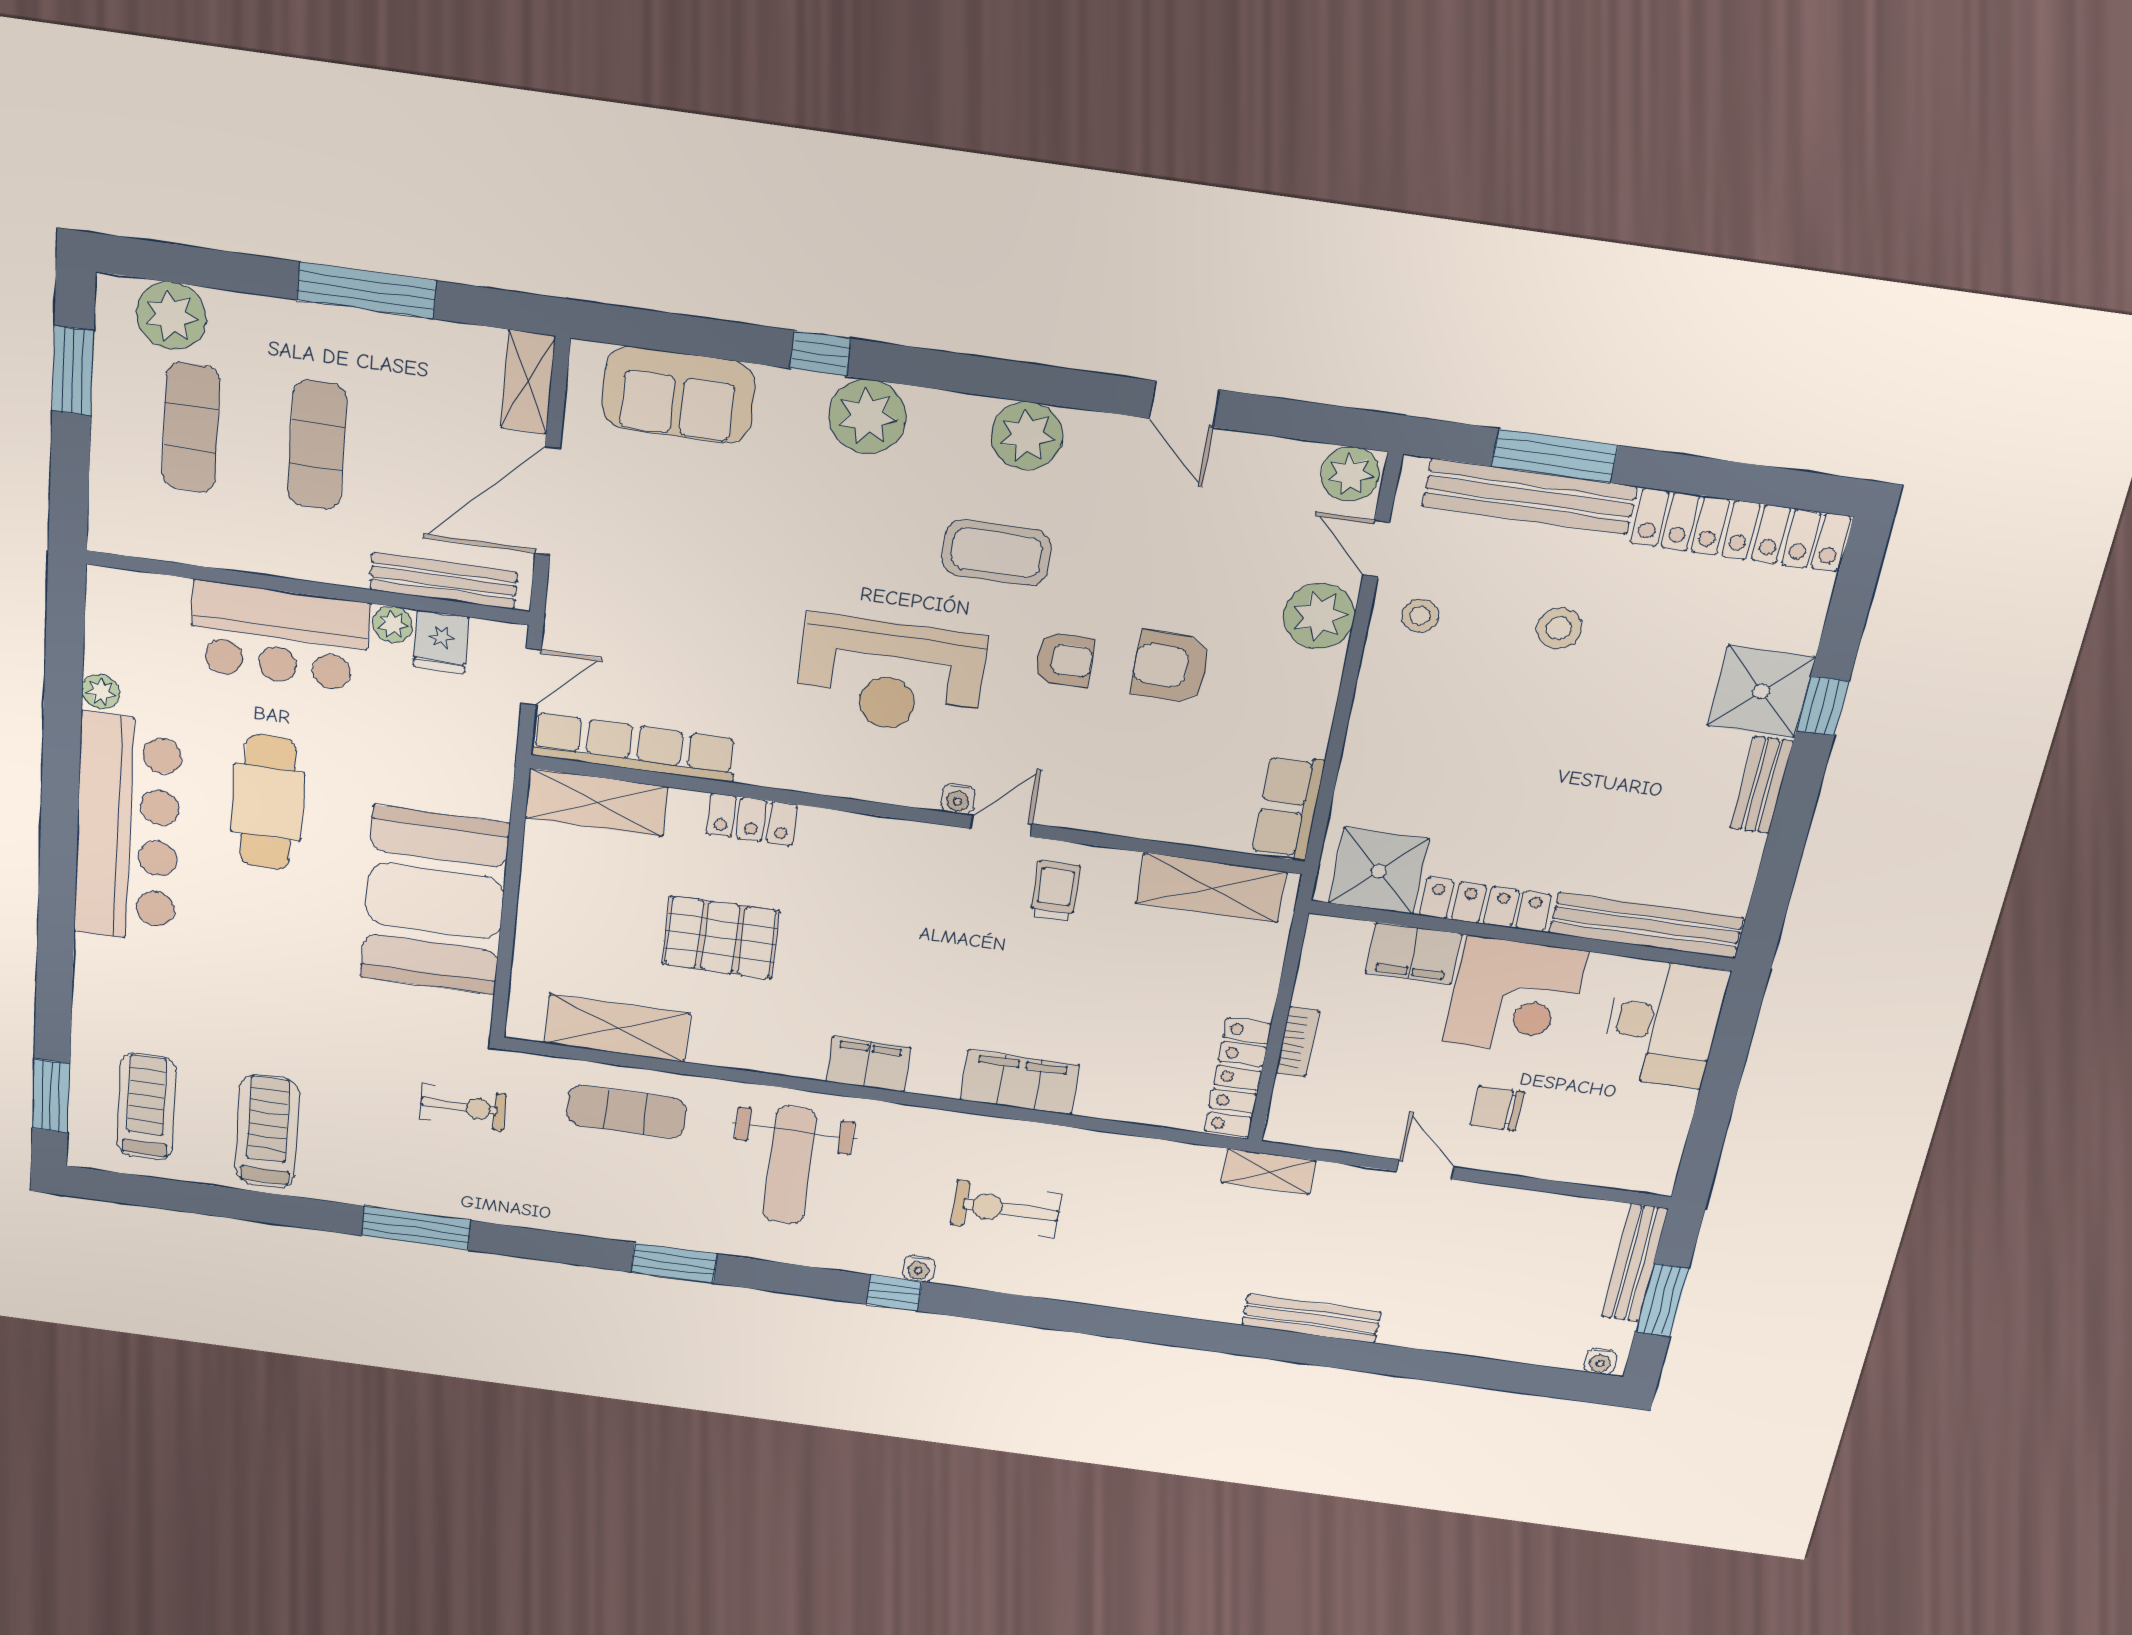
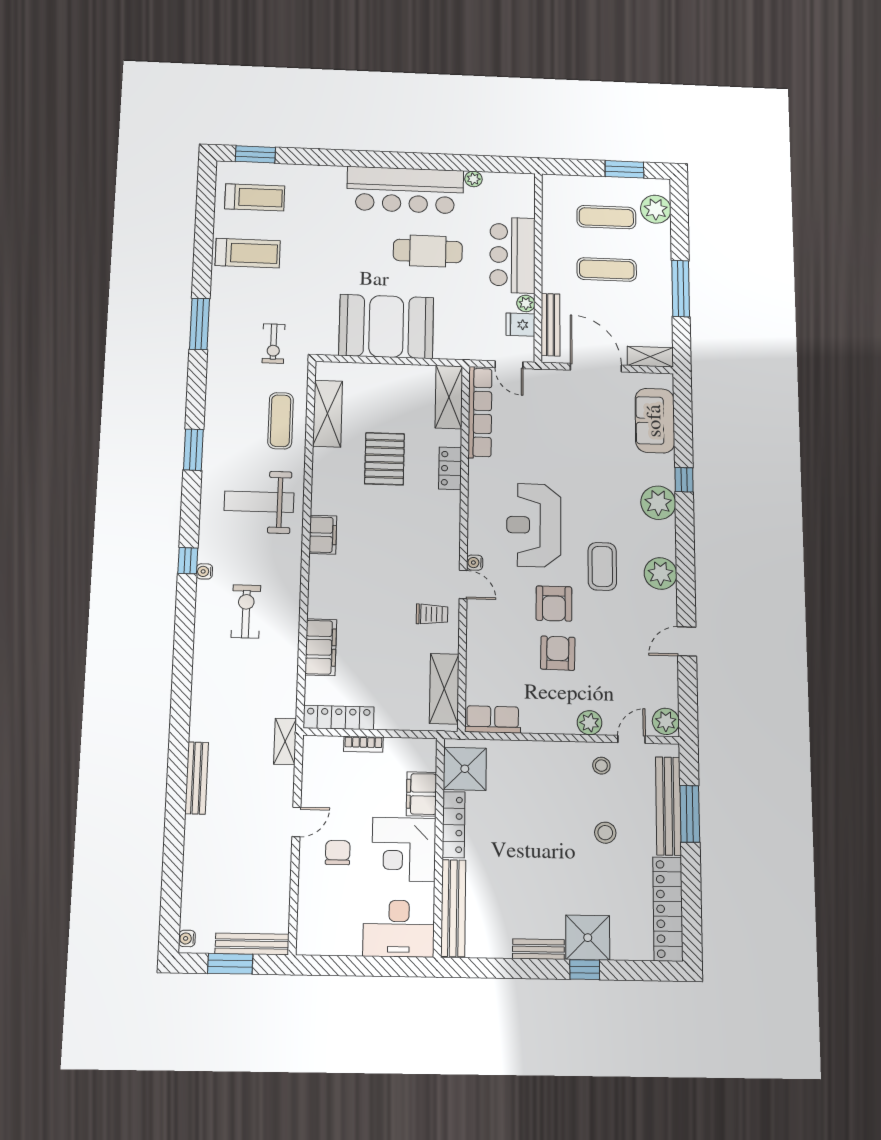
plant: (1319, 616) -> (590, 723), width x0.73, depth x0.73
armchair: (1064, 660) -> (554, 604), width x1.38, depth x1.38
filing cabinet: (1020, 1082) -> (321, 647), moved

